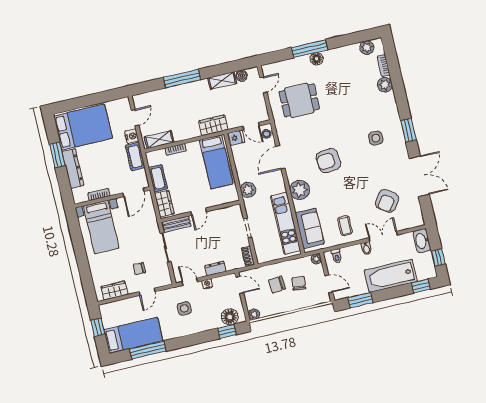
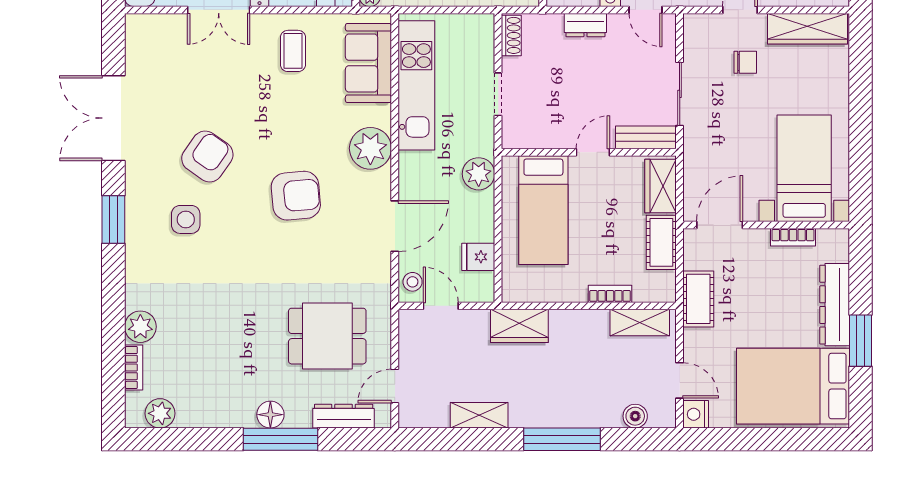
dresser: (283, 66) -> (344, 416), added
boiler: (242, 76) -> (635, 416), moved
door: (135, 118) -> (680, 380), swing flipped
nightstand: (132, 136) -> (696, 414), moved
fridge: (236, 138) -> (478, 257), moved
bed: (216, 162) -> (543, 210), moved, turned 180
armchair: (387, 201) -> (207, 156), moved
wardrobe: (114, 290) -> (808, 29), width x1.50

